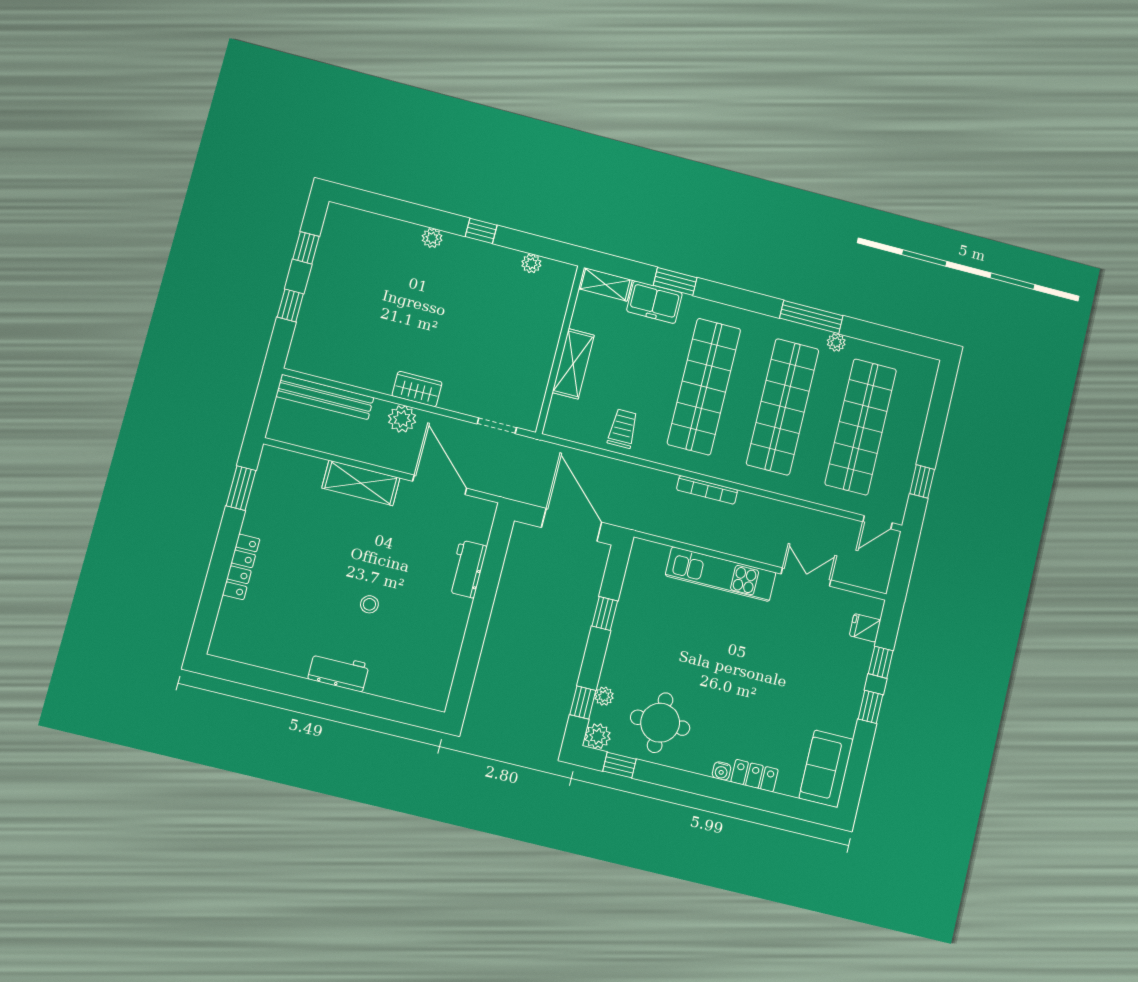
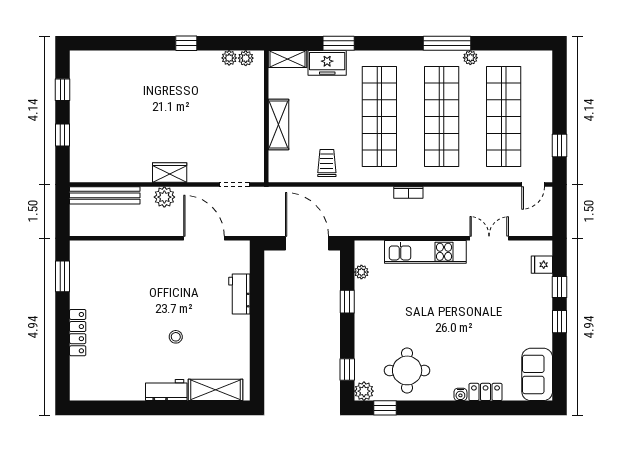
plant: (432, 238) -> (246, 58), moved
shelving: (361, 483) -> (215, 390), moved
bookcase: (707, 490) -> (408, 192), width x0.64
plant: (604, 696) -> (361, 272), moved

